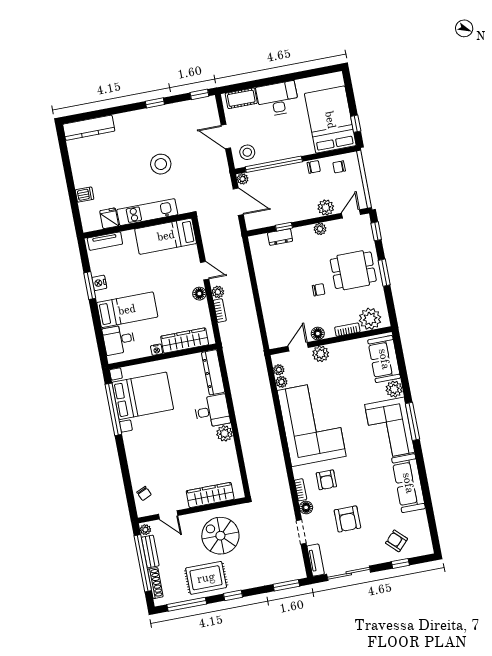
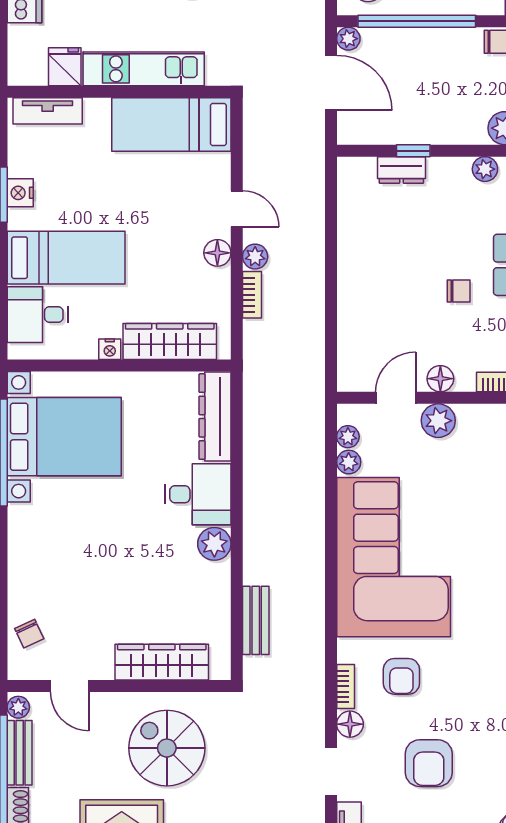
bench: (251, 466) -> (256, 620), added

